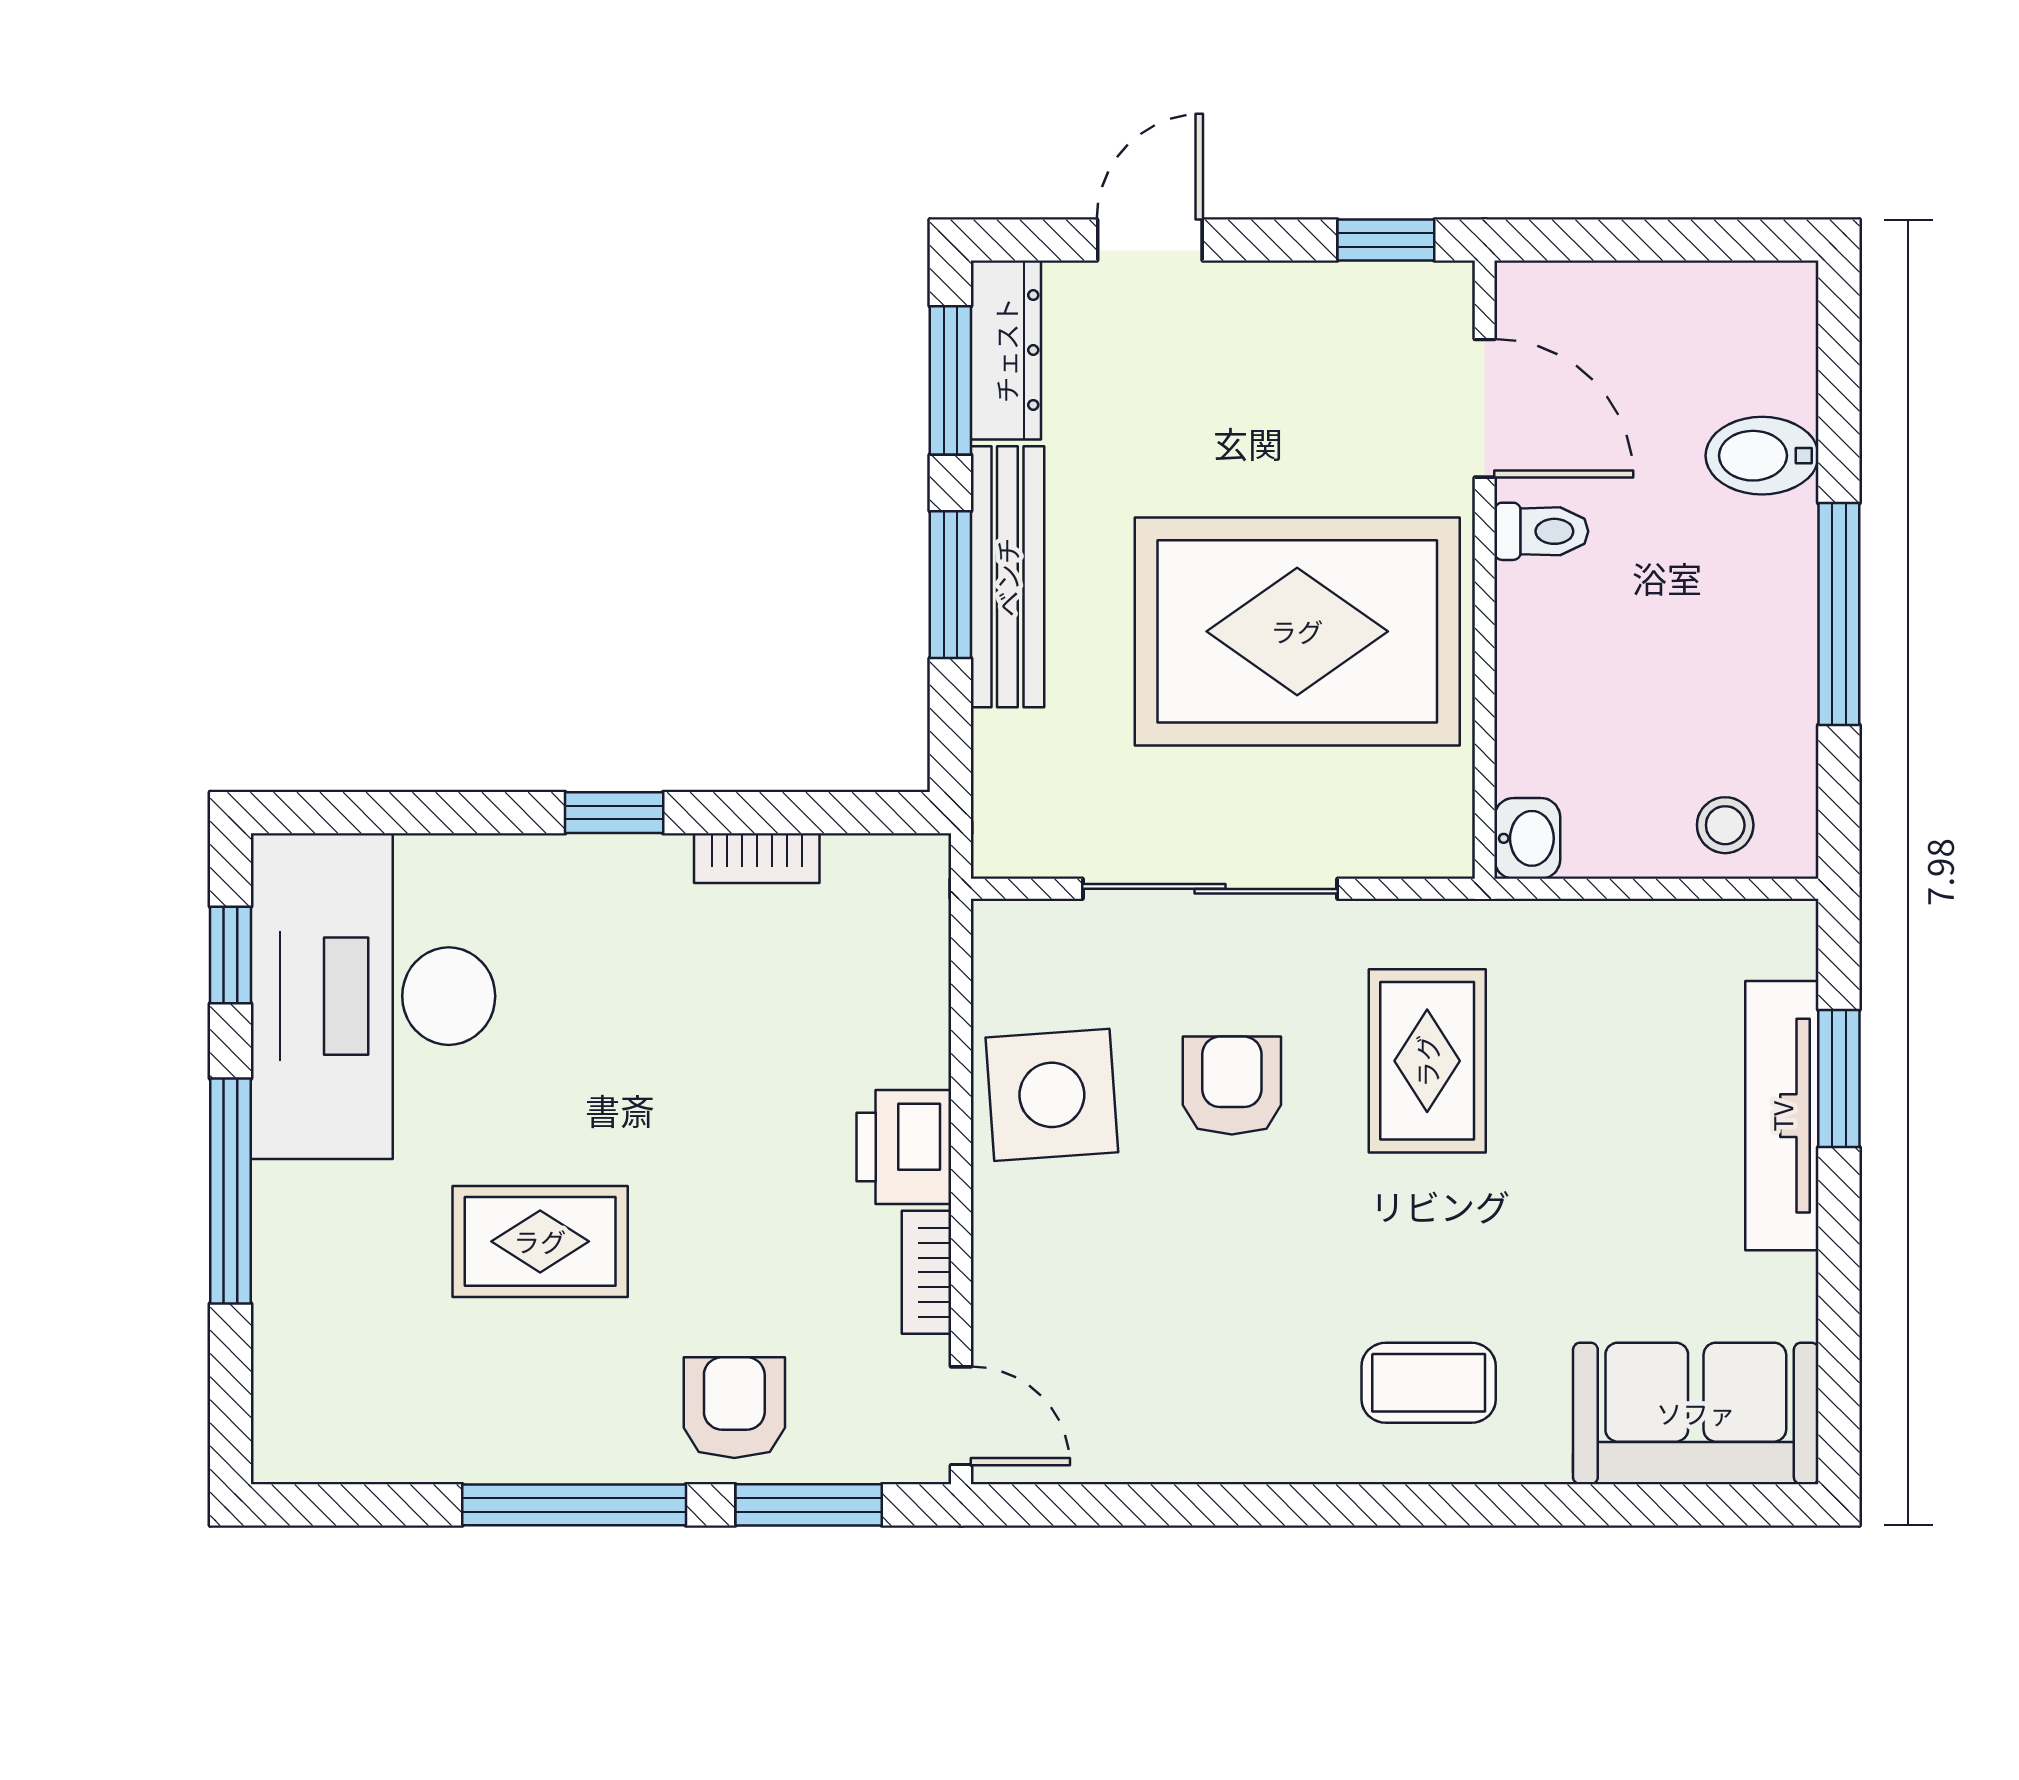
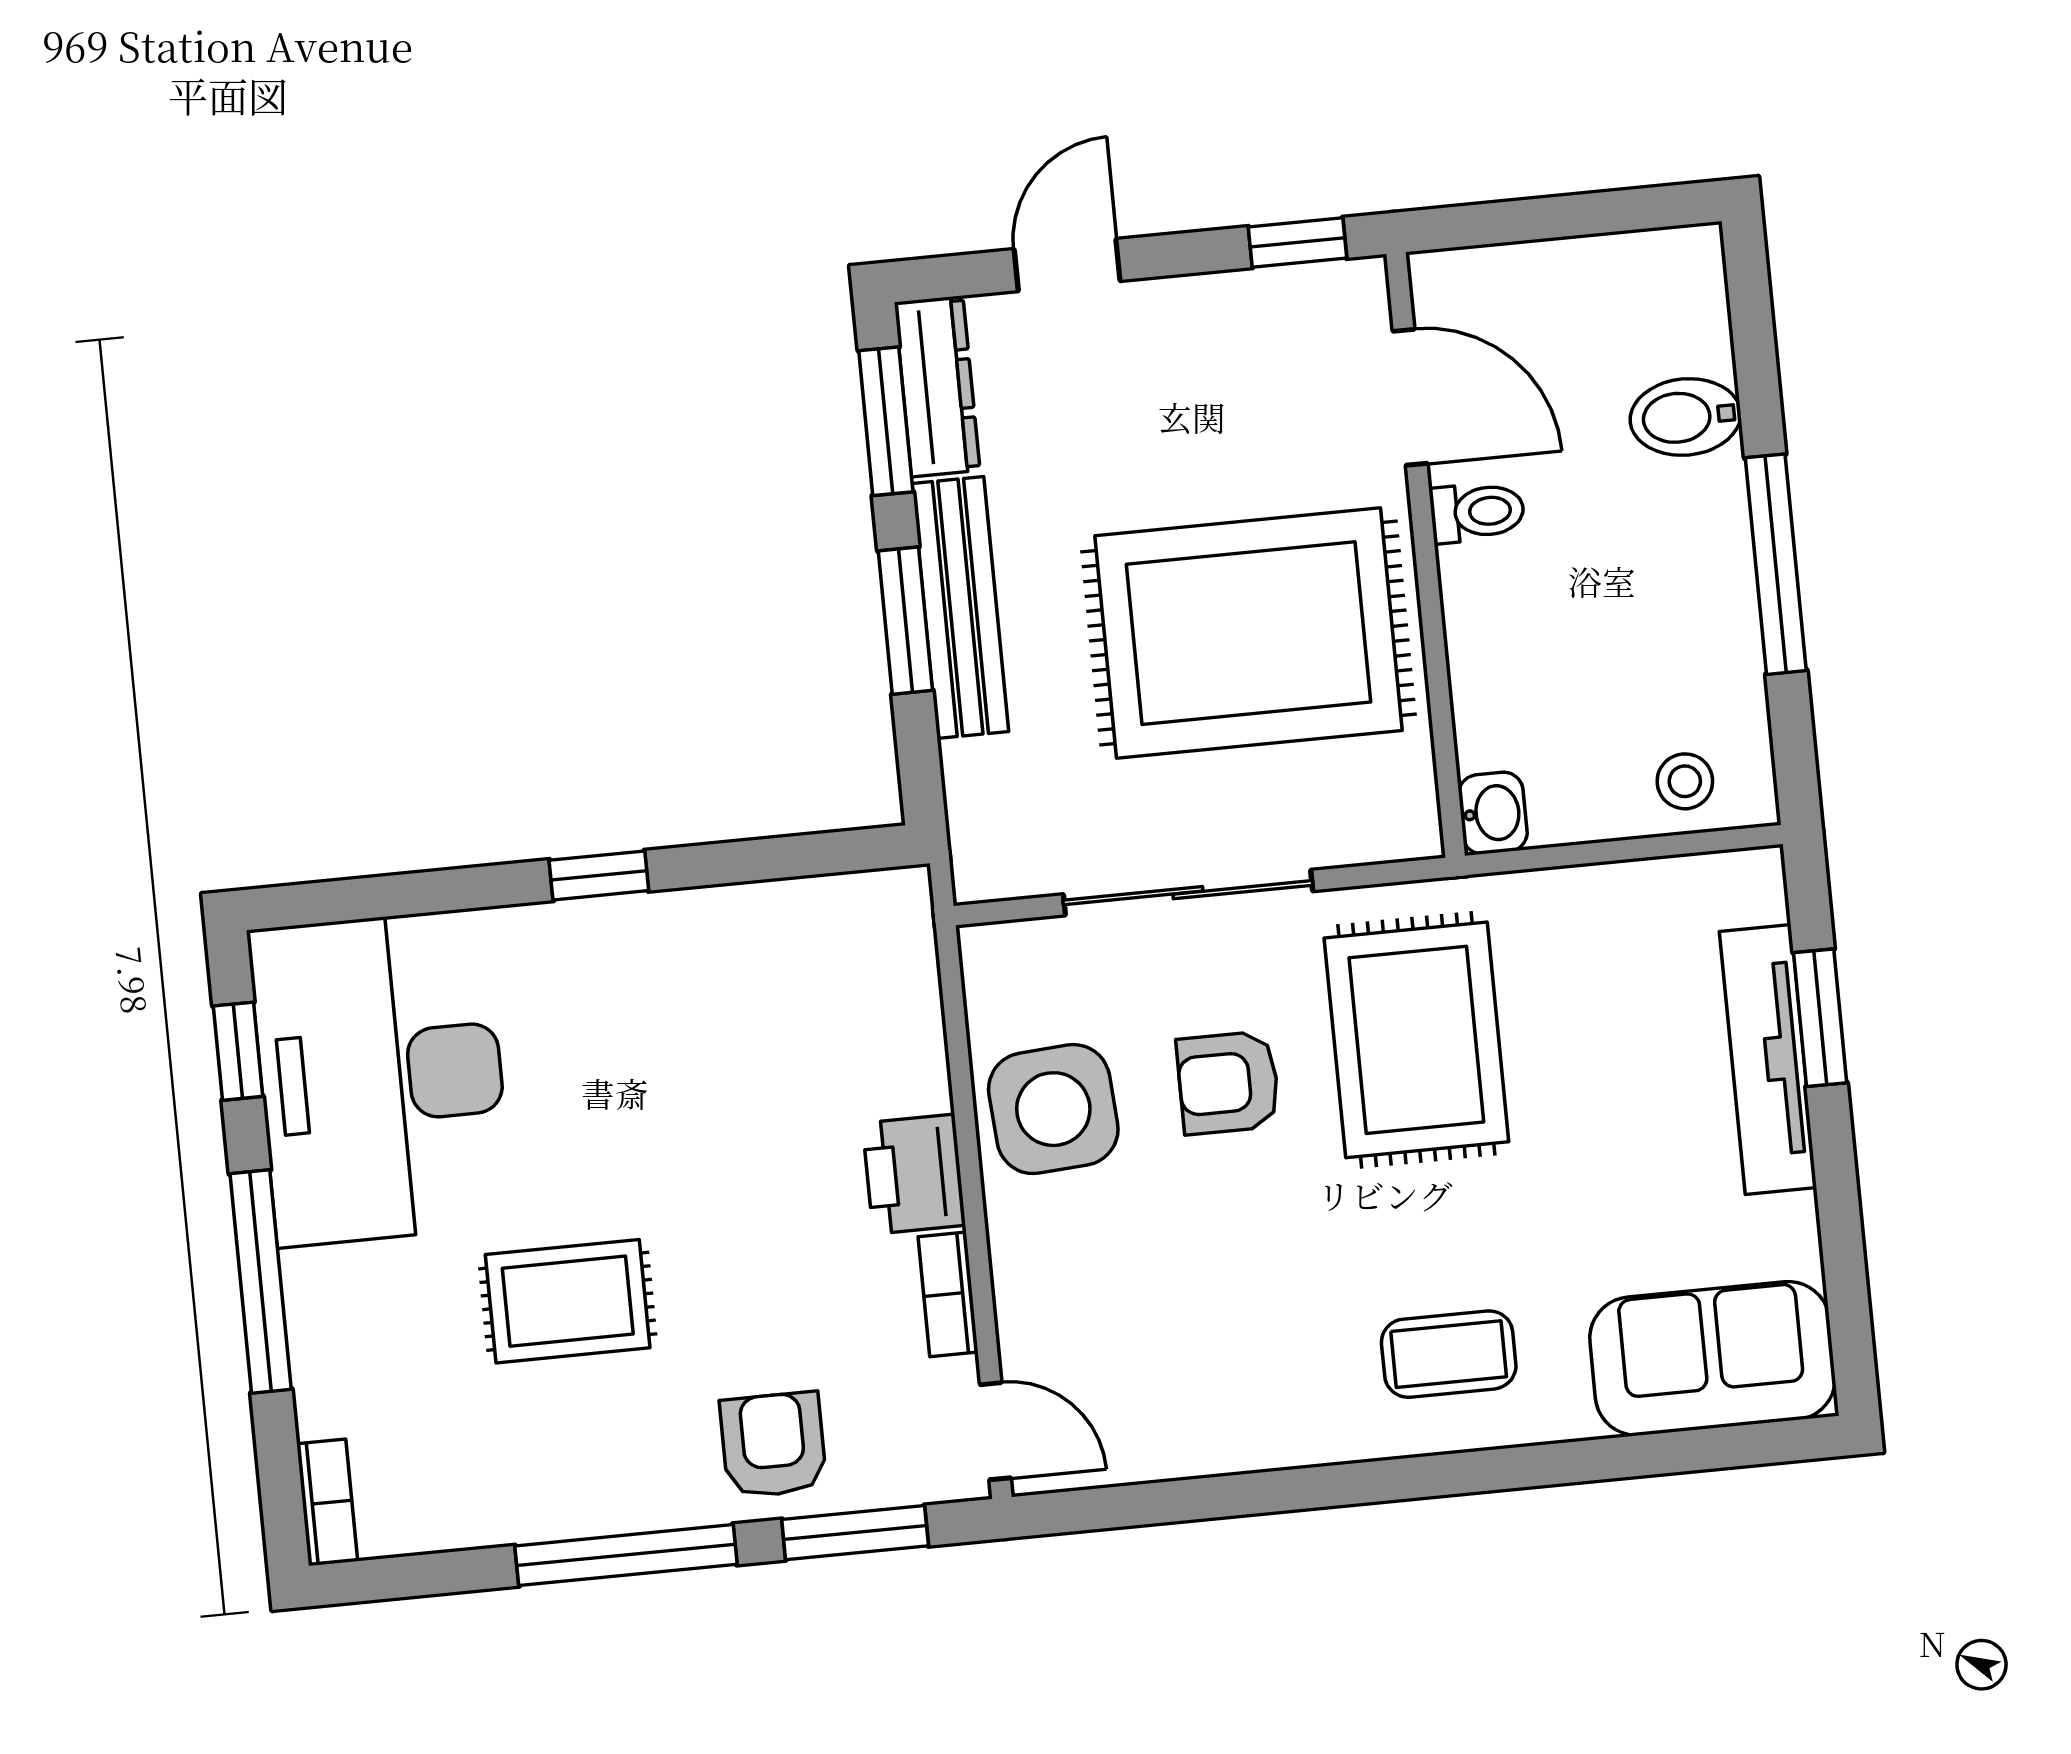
bookcase: (757, 858) -> (327, 1502), moved, turned -90
rug: (1427, 1061) -> (1416, 1040), width x1.36, depth x1.43
armchair: (1232, 1086) -> (1228, 1083), turned -90

